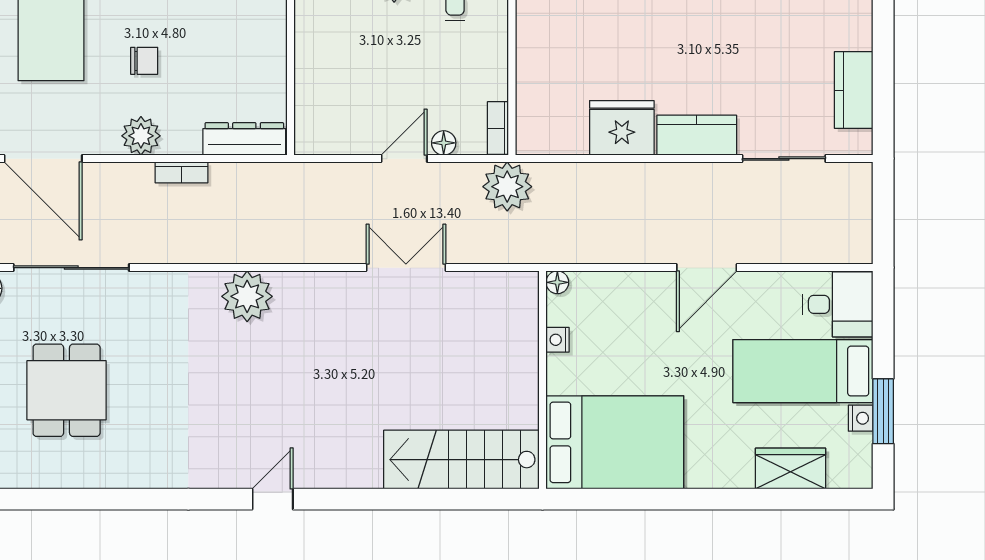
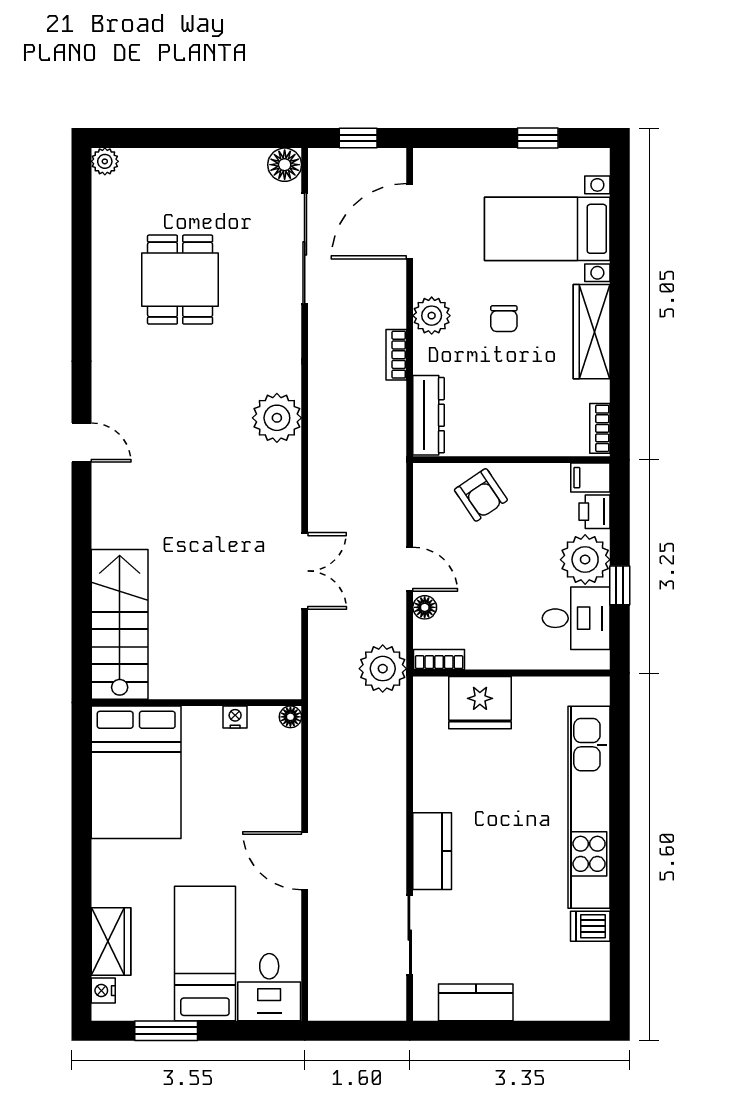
armchair: (327, 85) -> (481, 495), added
fridge: (622, 128) -> (480, 703), moved, turned 90
dining table: (67, 390) -> (180, 280), moved, turned 90
nightstand: (861, 418) -> (103, 991), moved, turned 90

